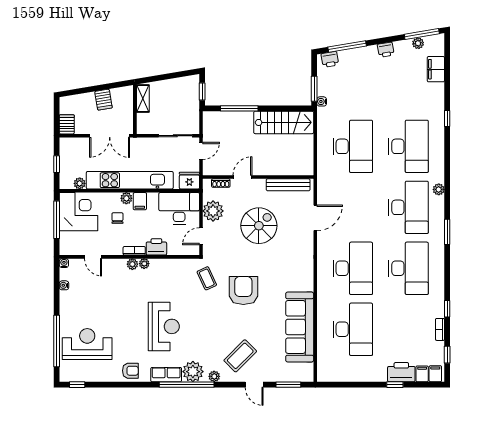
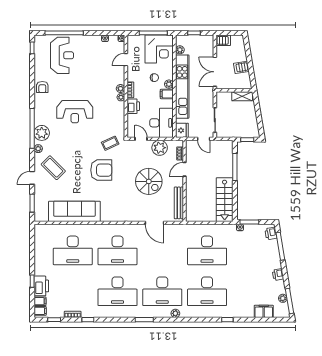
door: (242, 177) -> (185, 169), swing flipped
row of seats: (166, 375) -> (39, 113), removed

